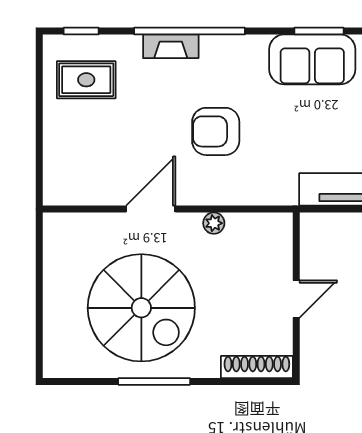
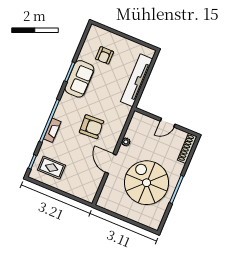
rug: (86, 80) -> (52, 168), turned 90
armchair: (216, 131) -> (91, 127), turned -93
door: (296, 299) -> (168, 123), swing flipped
spiral stairs: (141, 308) -> (147, 183), turned -90

